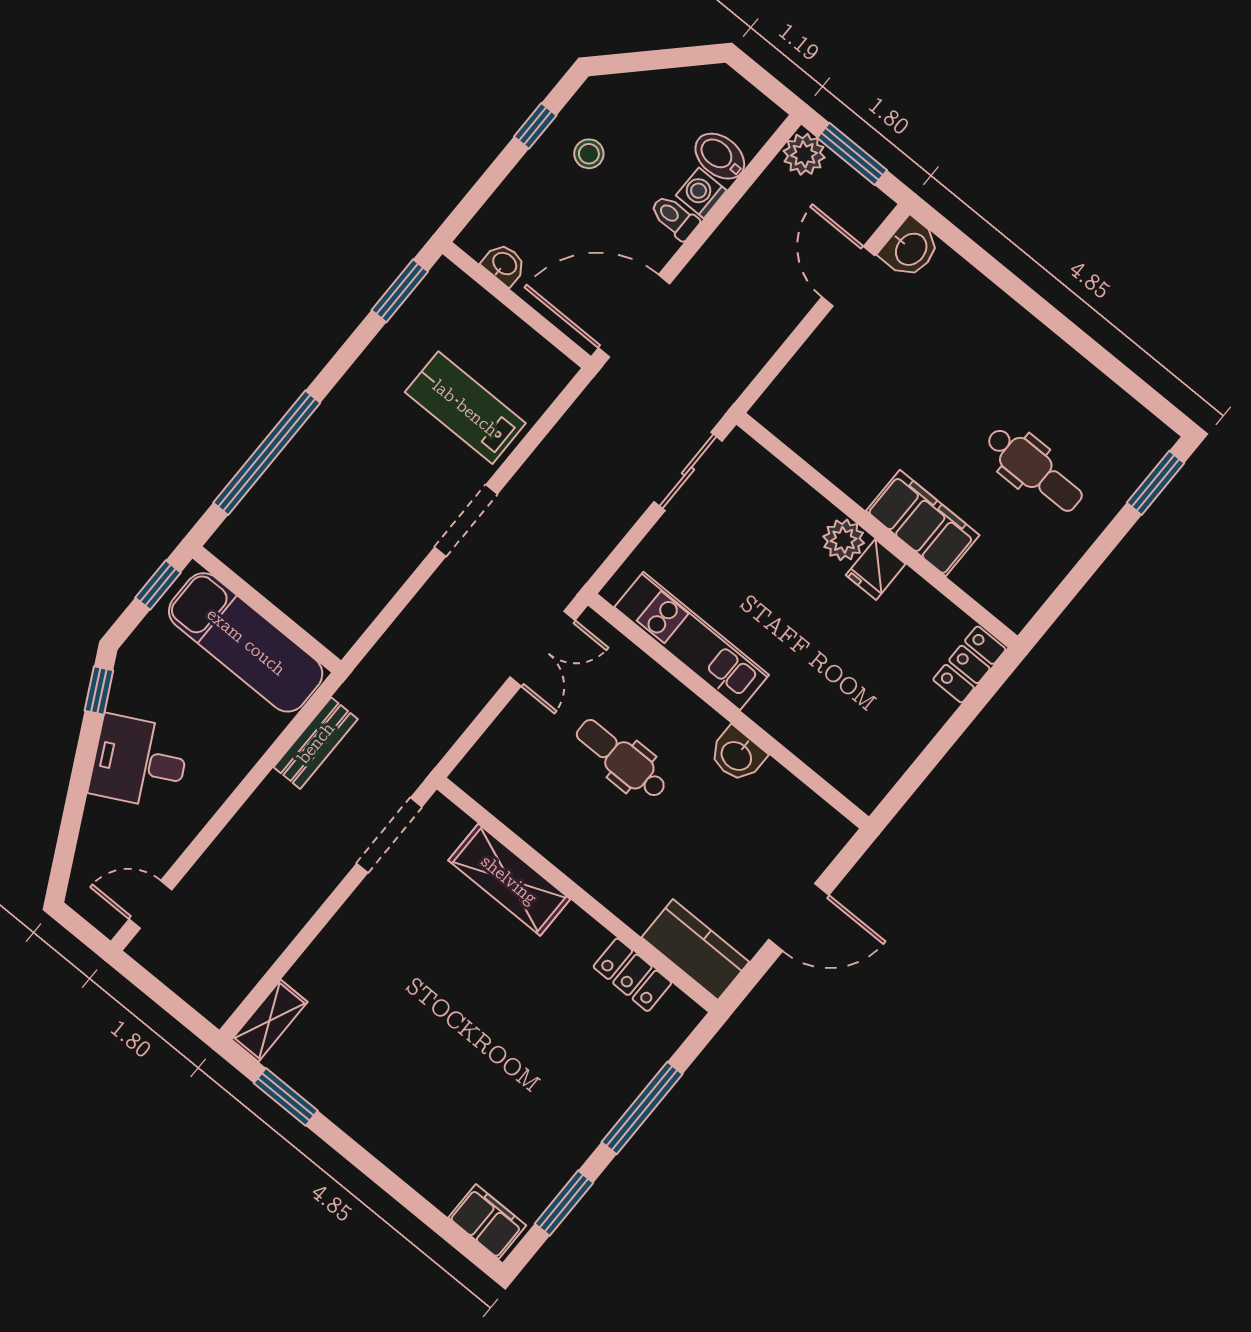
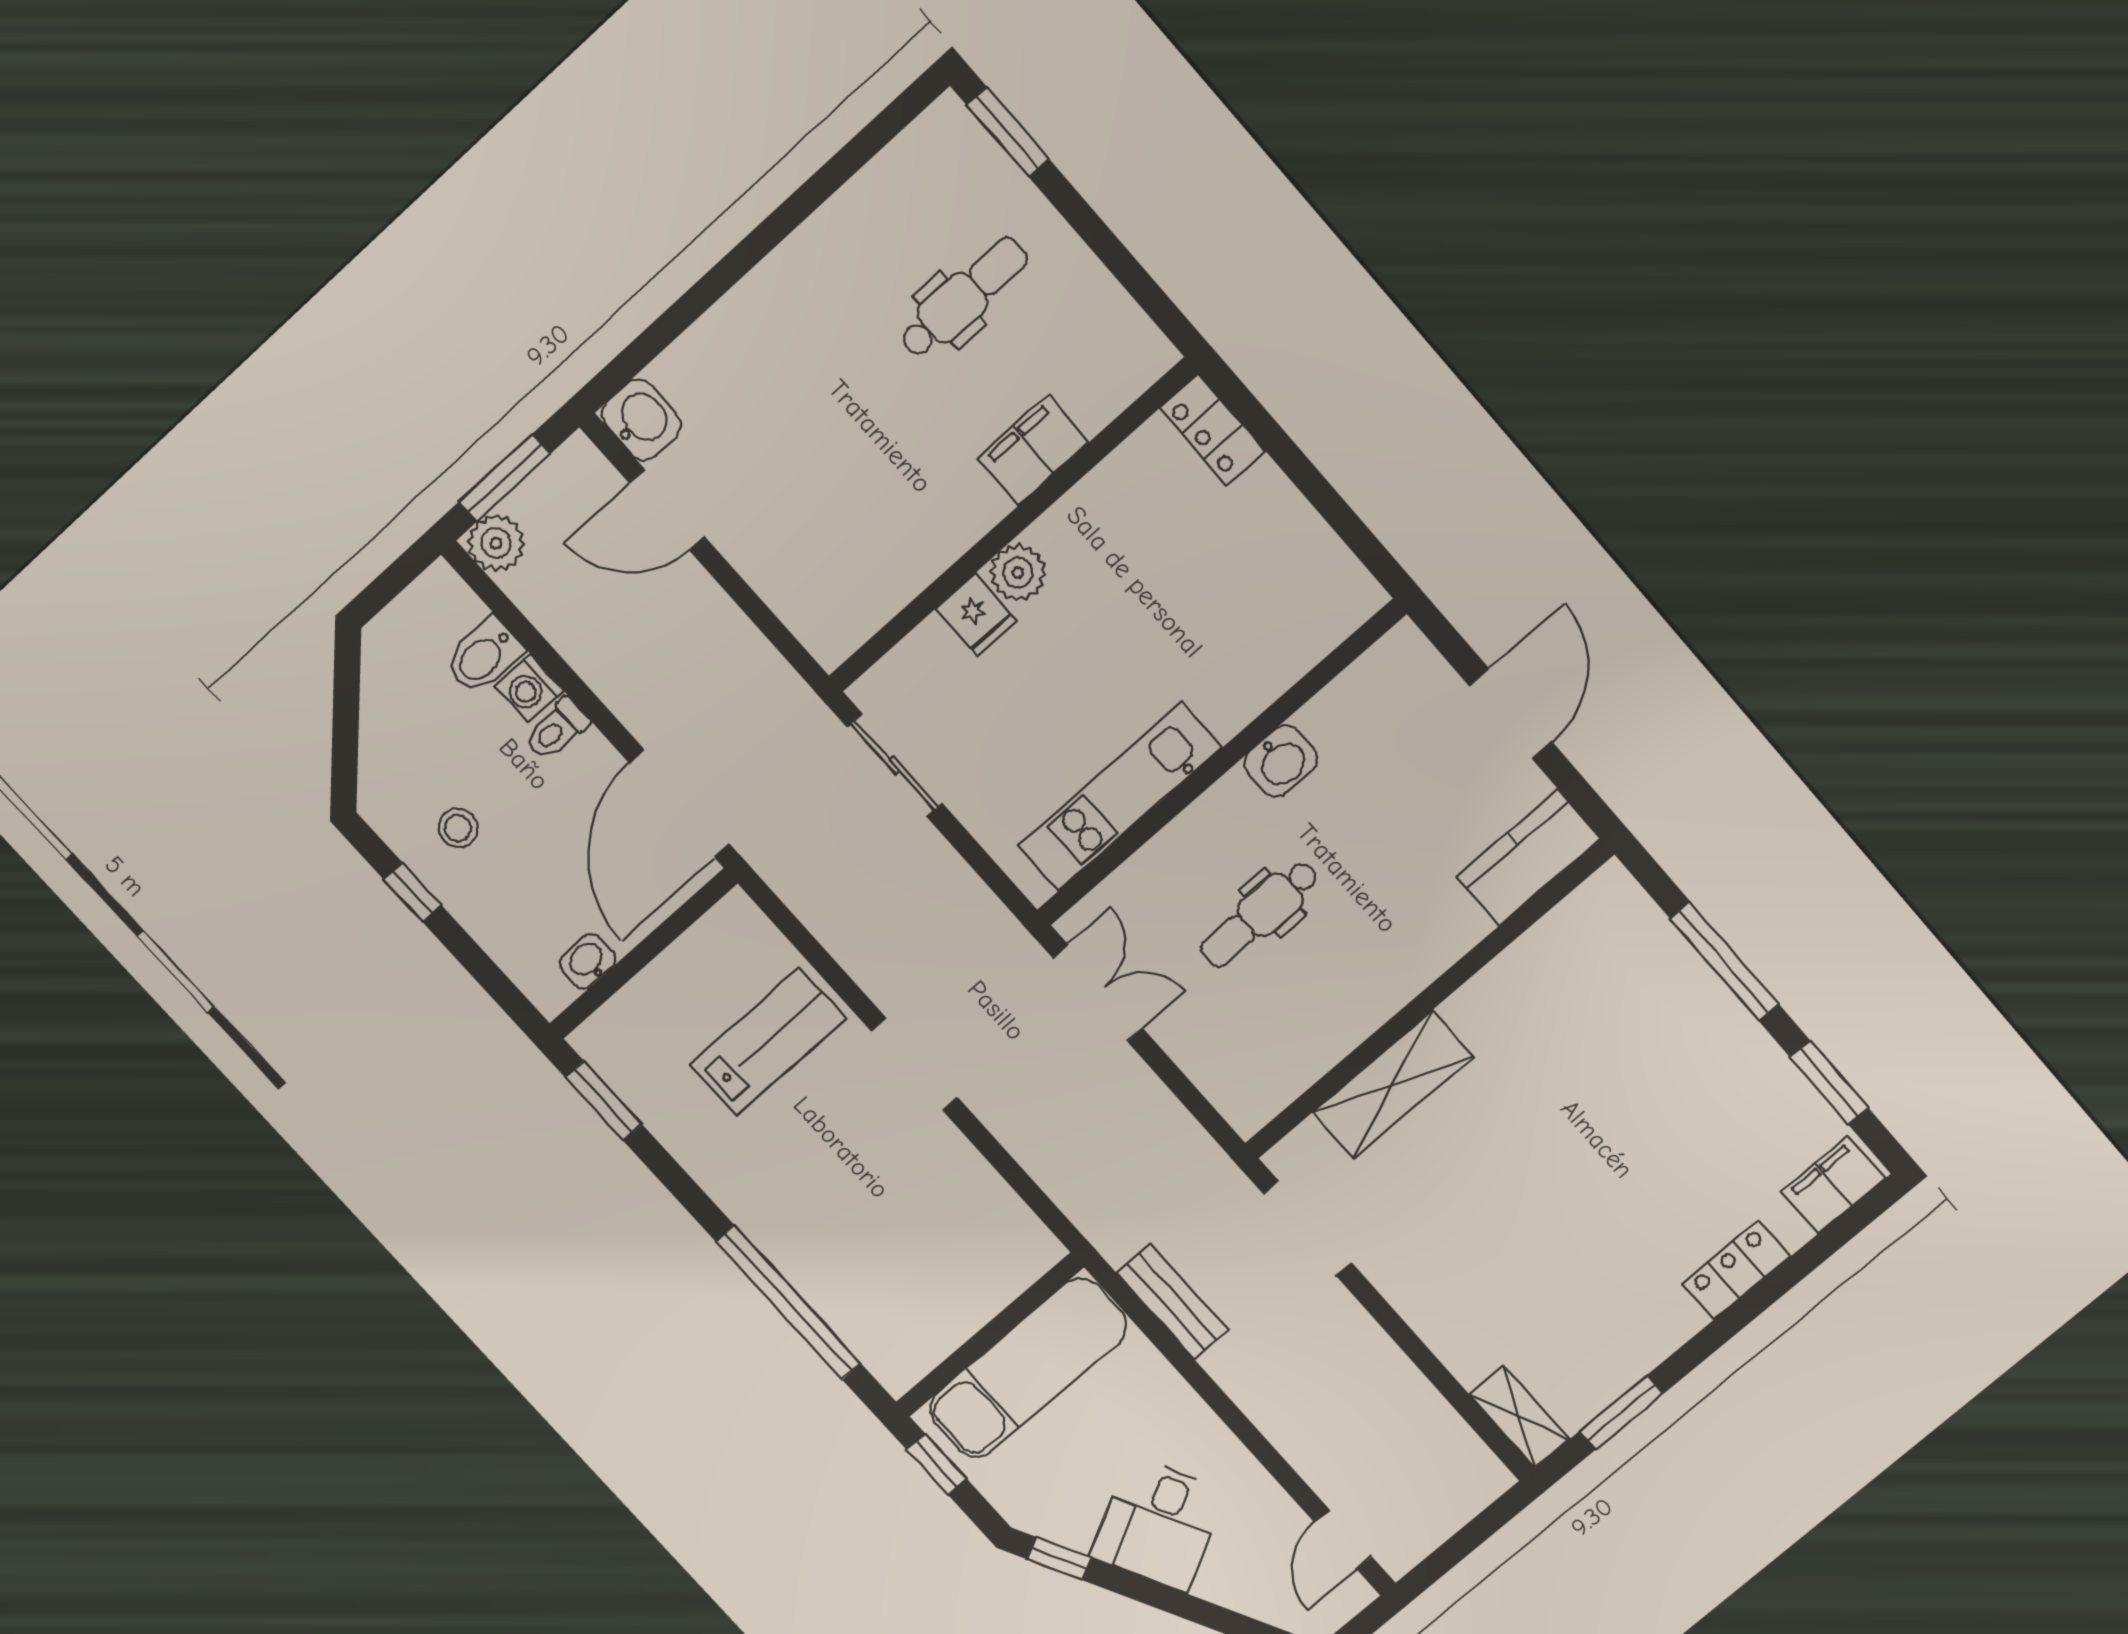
lab bench: (465, 408) -> (768, 1042), turned 180
filing cabinet: (923, 523) -> (1033, 450), width x0.67, depth x0.86
fridge: (876, 570) -> (976, 615), moved
locker: (632, 975) -> (1736, 1270), moved, turned 180

